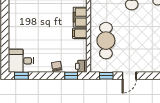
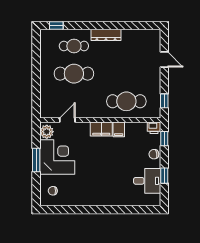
desk: (21, 61) -> (147, 181), moved, turned -90
window: (21, 76) -> (164, 176), moved
door: (129, 76) -> (164, 59), moved

